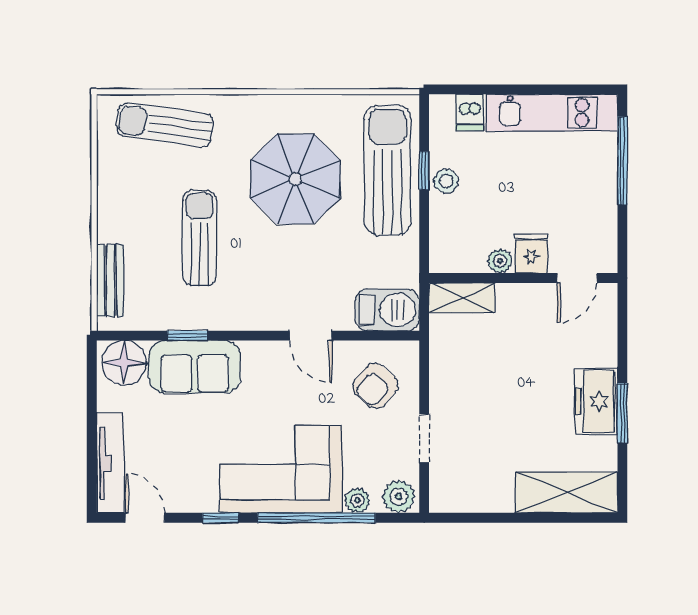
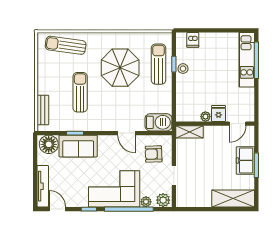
kitchen unit: (552, 113) -> (247, 60), moved, turned 90
sun lounger: (387, 170) -> (159, 64), width x0.73, depth x0.75
fridge: (531, 254) -> (218, 114), moved
plant: (500, 261) -> (205, 117), moved
wall: (523, 278) -> (215, 124), moved
door: (577, 278) -> (238, 124), moved
shelving: (462, 298) -> (190, 132), moved
armchair: (376, 386) -> (154, 154), turned 47

